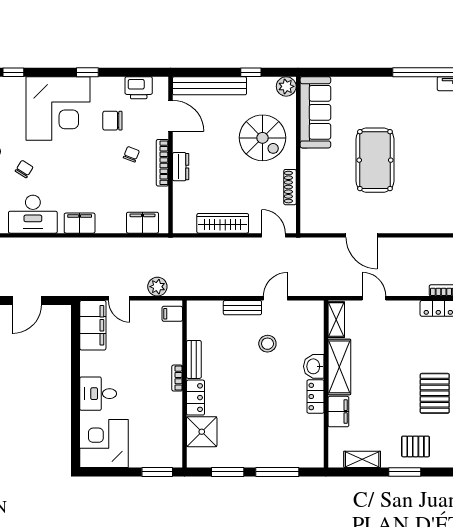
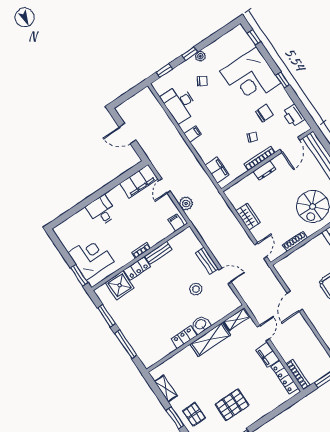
chair: (112, 121) -> (264, 113), turned 90
filing cabinet: (80, 223) -> (193, 134), width x0.50
wardrobe: (223, 223) -> (248, 217), width x0.67
filing cabinet: (338, 412) -> (268, 355), moved, turned 90
corner desk: (104, 443) -> (91, 257), moved

